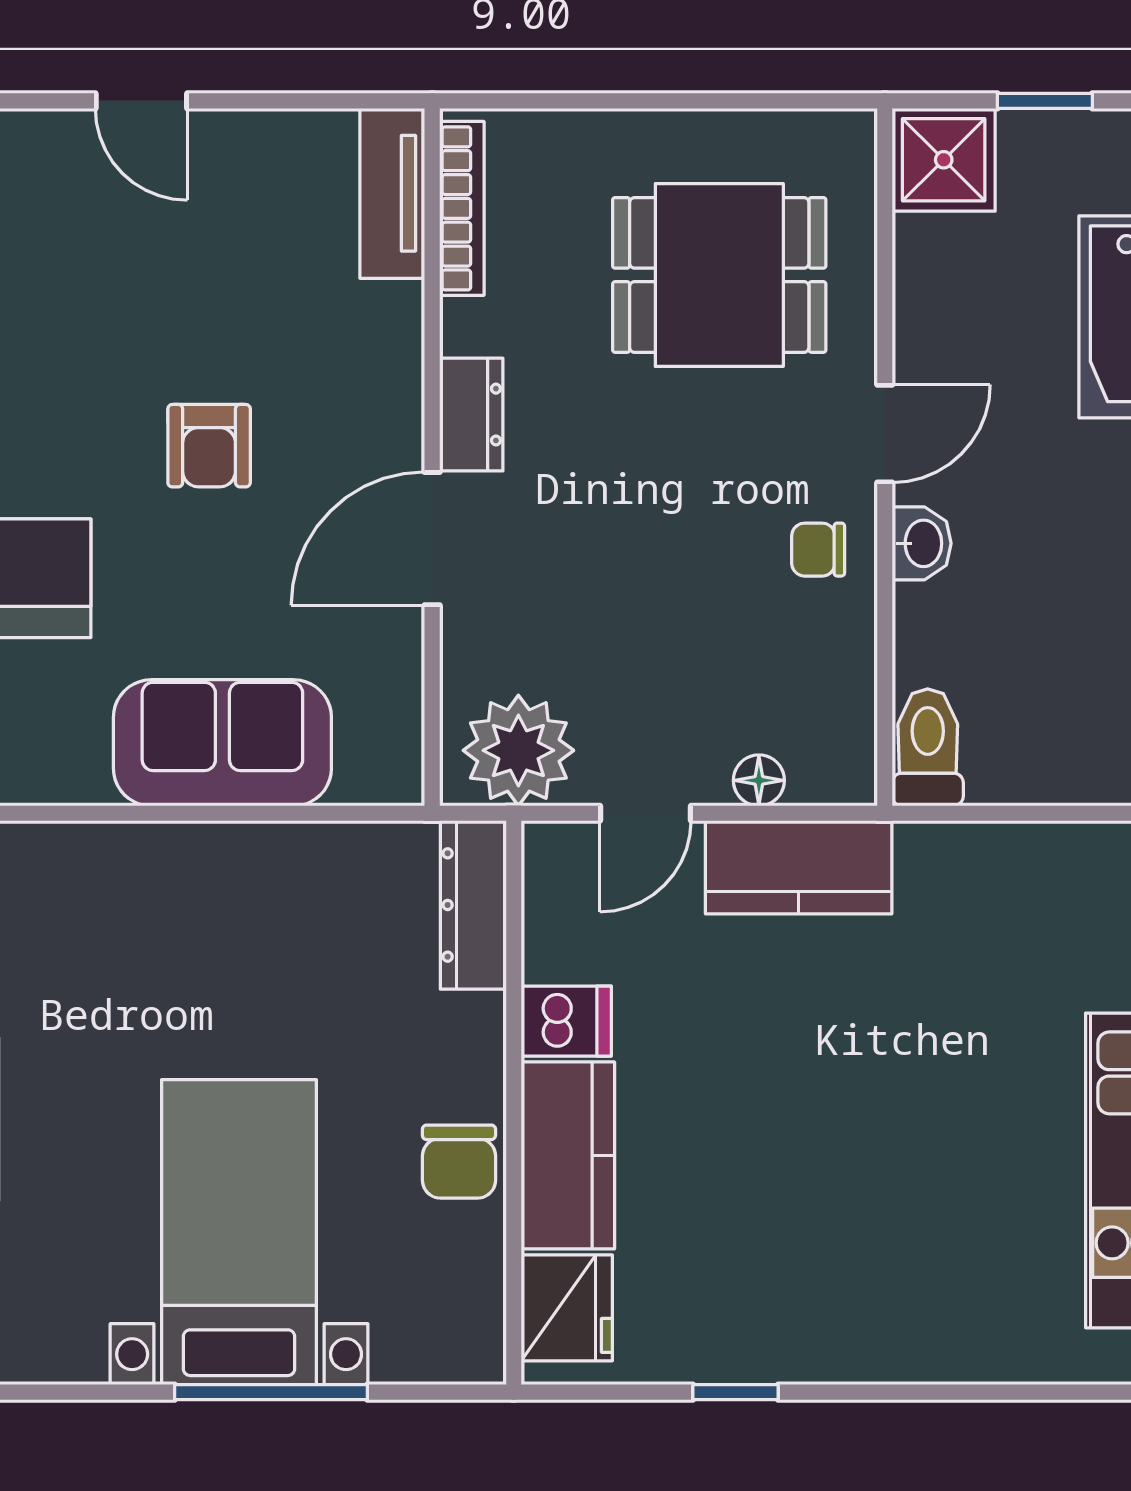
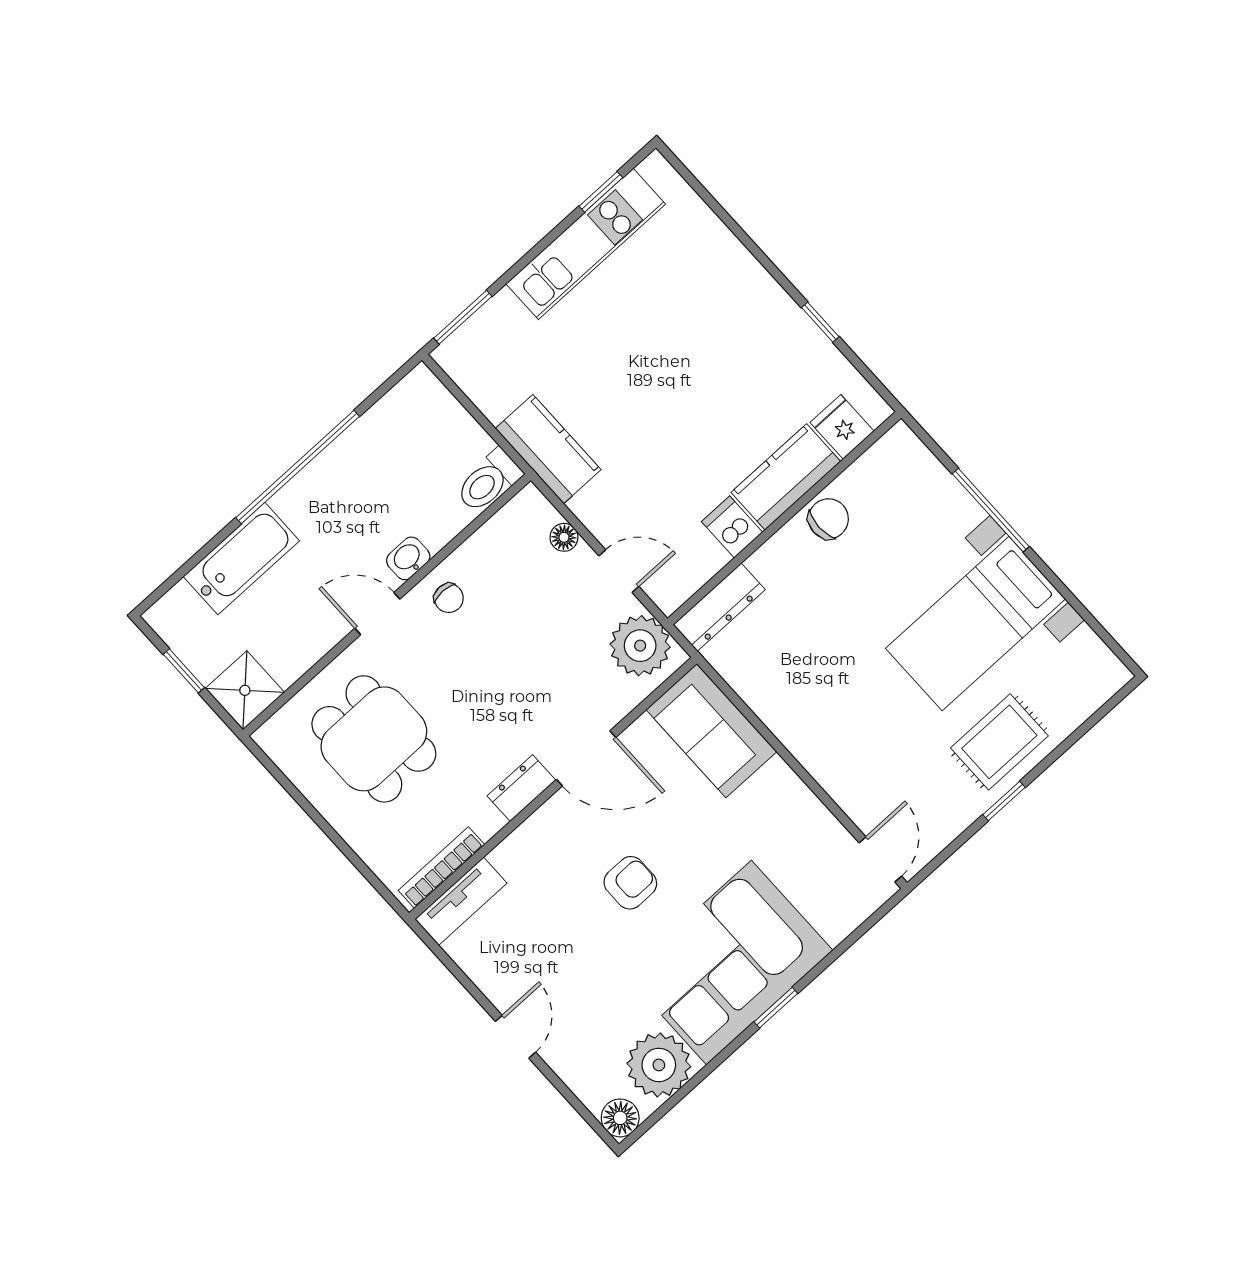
sofa: (222, 743) -> (711, 731), moved
kitchen counter: (799, 867) -> (548, 449), moved
bed with nightstands: (239, 1232) -> (975, 624), moved
fridge: (567, 1308) -> (842, 427), width x0.72

